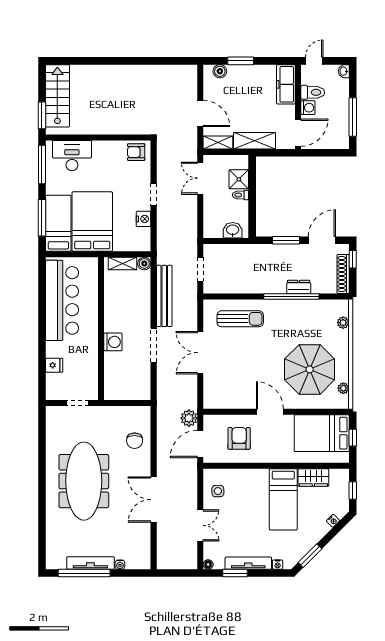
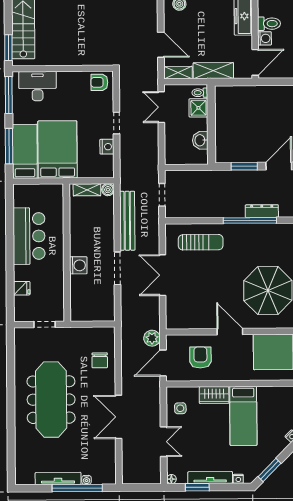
toilet: (240, 195) -> (200, 93), moved
washbasin: (233, 230) -> (200, 140), moved, turned -90
dresser: (299, 287) -> (262, 211), width x1.44
bar counter: (62, 300) -> (29, 236), width x0.73
wardrobe: (313, 478) -> (214, 395), moved
window: (84, 573) -> (77, 488), moved

